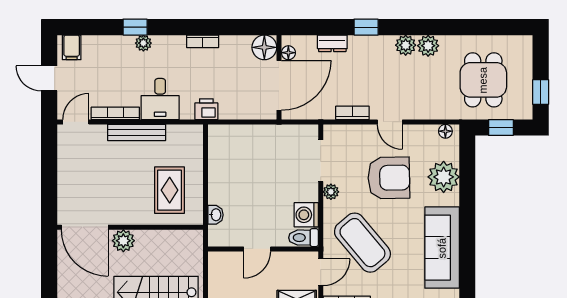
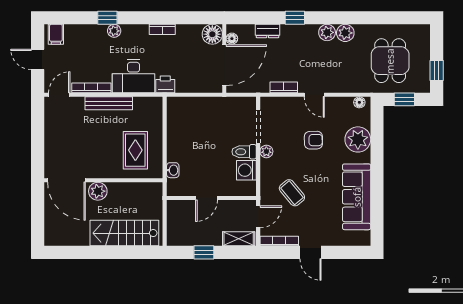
desk: (160, 99) -> (133, 76), width x1.37
armchair: (389, 178) -> (313, 140), width x0.53, depth x0.53
toilet: (303, 238) -> (244, 152), moved
coffee table: (362, 243) -> (292, 193), width x0.54, depth x0.58

